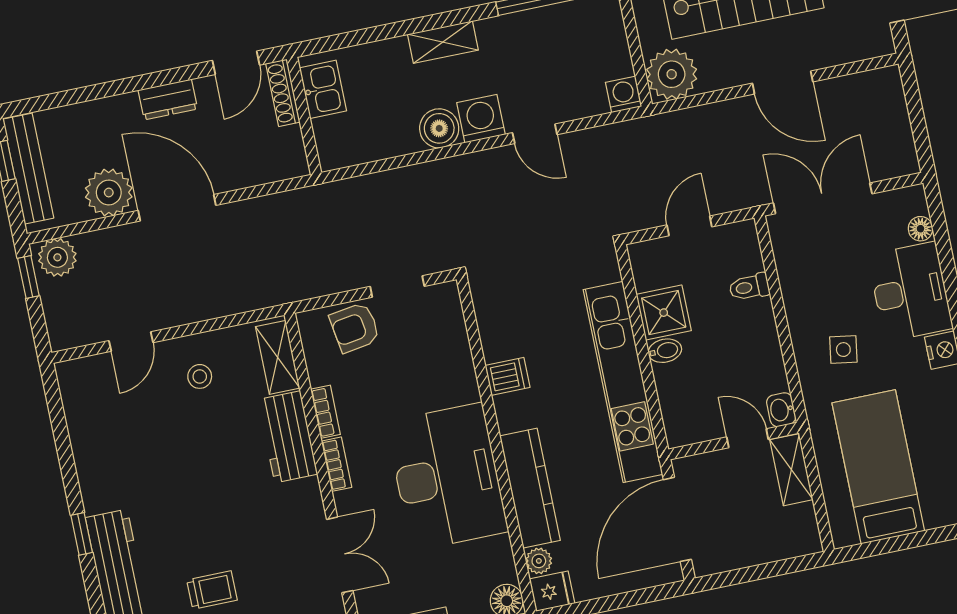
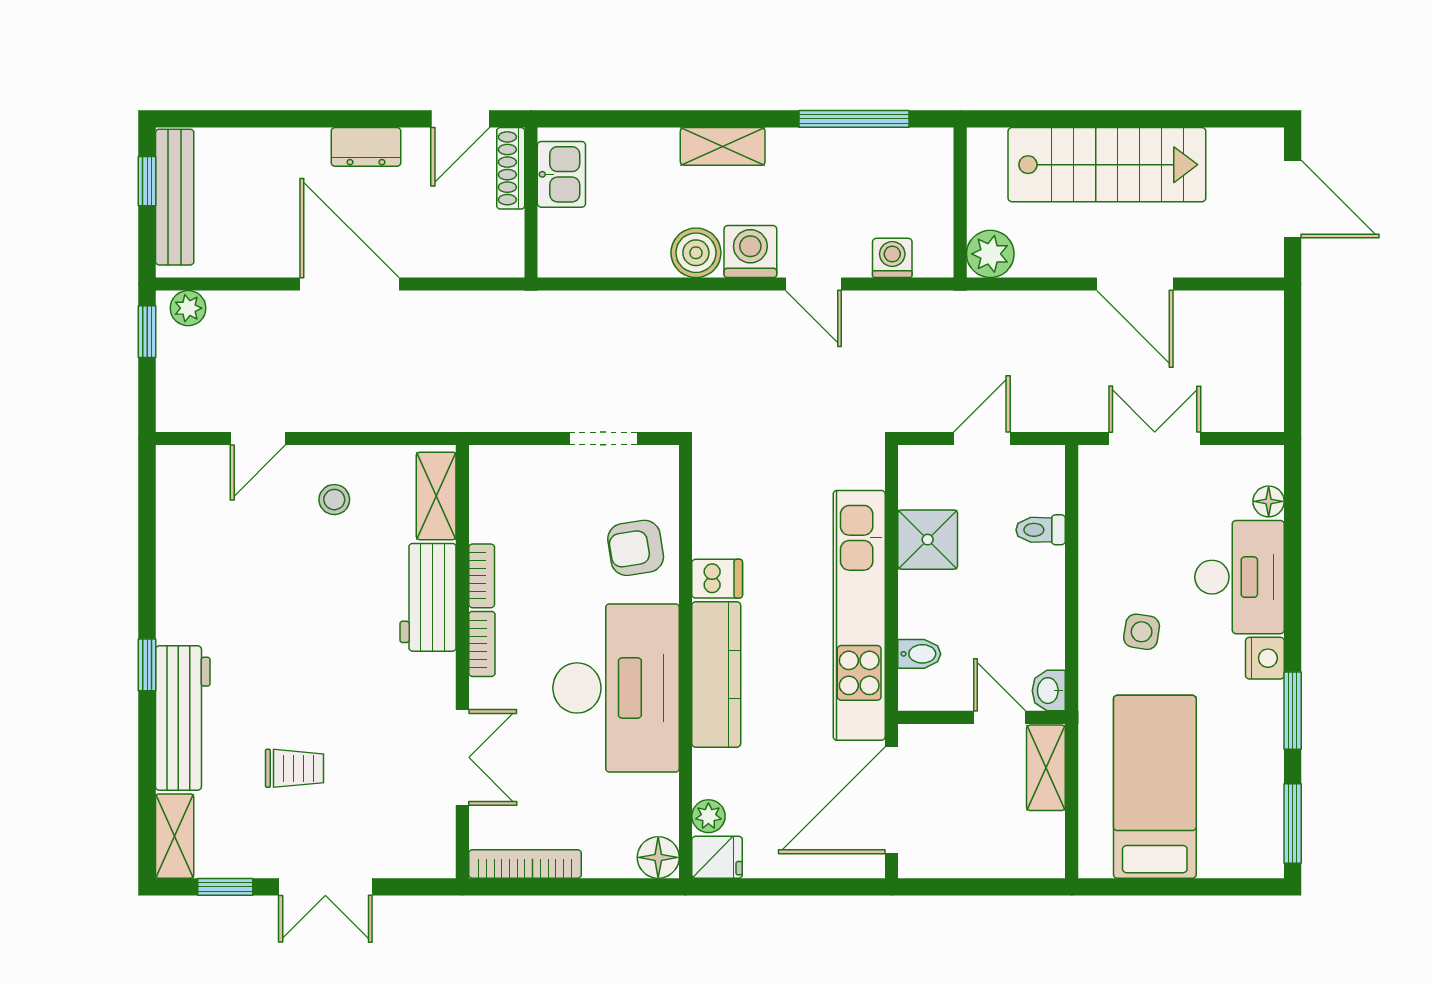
plant: (672, 74) -> (990, 254), width x0.73, depth x0.73
washing machine: (624, 94) -> (892, 258), moved
plant: (109, 192) -> (269, 247), removed
double door: (823, 198) -> (1155, 439), width x0.73
plant: (57, 257) -> (188, 308), width x0.73, depth x0.73
armchair: (355, 328) -> (636, 548), moved
bidet: (665, 351) -> (919, 654), moved
kitchen counter: (530, 488) -> (716, 674), moved

